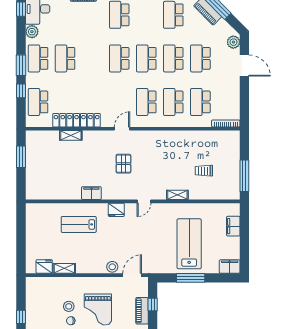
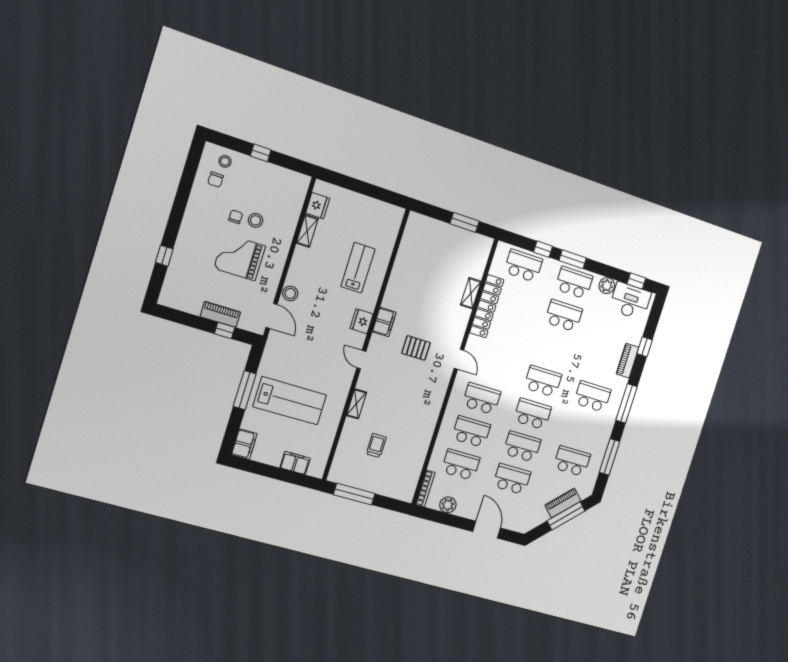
plant: (233, 42) -> (448, 505), moved
door: (244, 66) -> (487, 530), swing flipped
filing cabinet: (91, 193) -> (384, 322), moved

